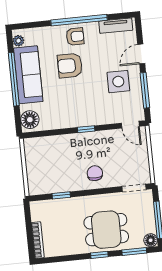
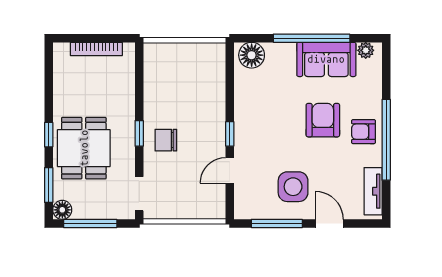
armchair: (75, 37) -> (363, 132), turned 90
sofa: (28, 75) -> (326, 59), width x0.73
door: (130, 125) -> (230, 170), moved
chair: (95, 173) -> (166, 140), turned 180
window: (61, 195) -> (139, 133), moved
bookcase: (38, 240) -> (96, 49), moved

